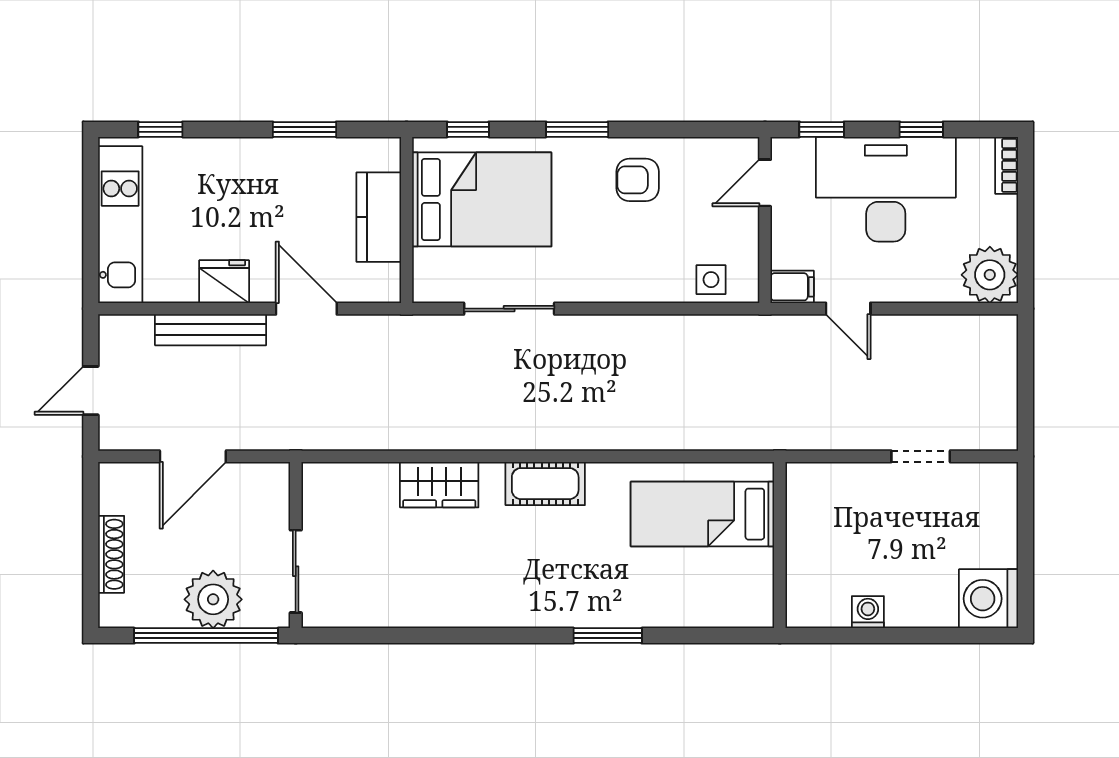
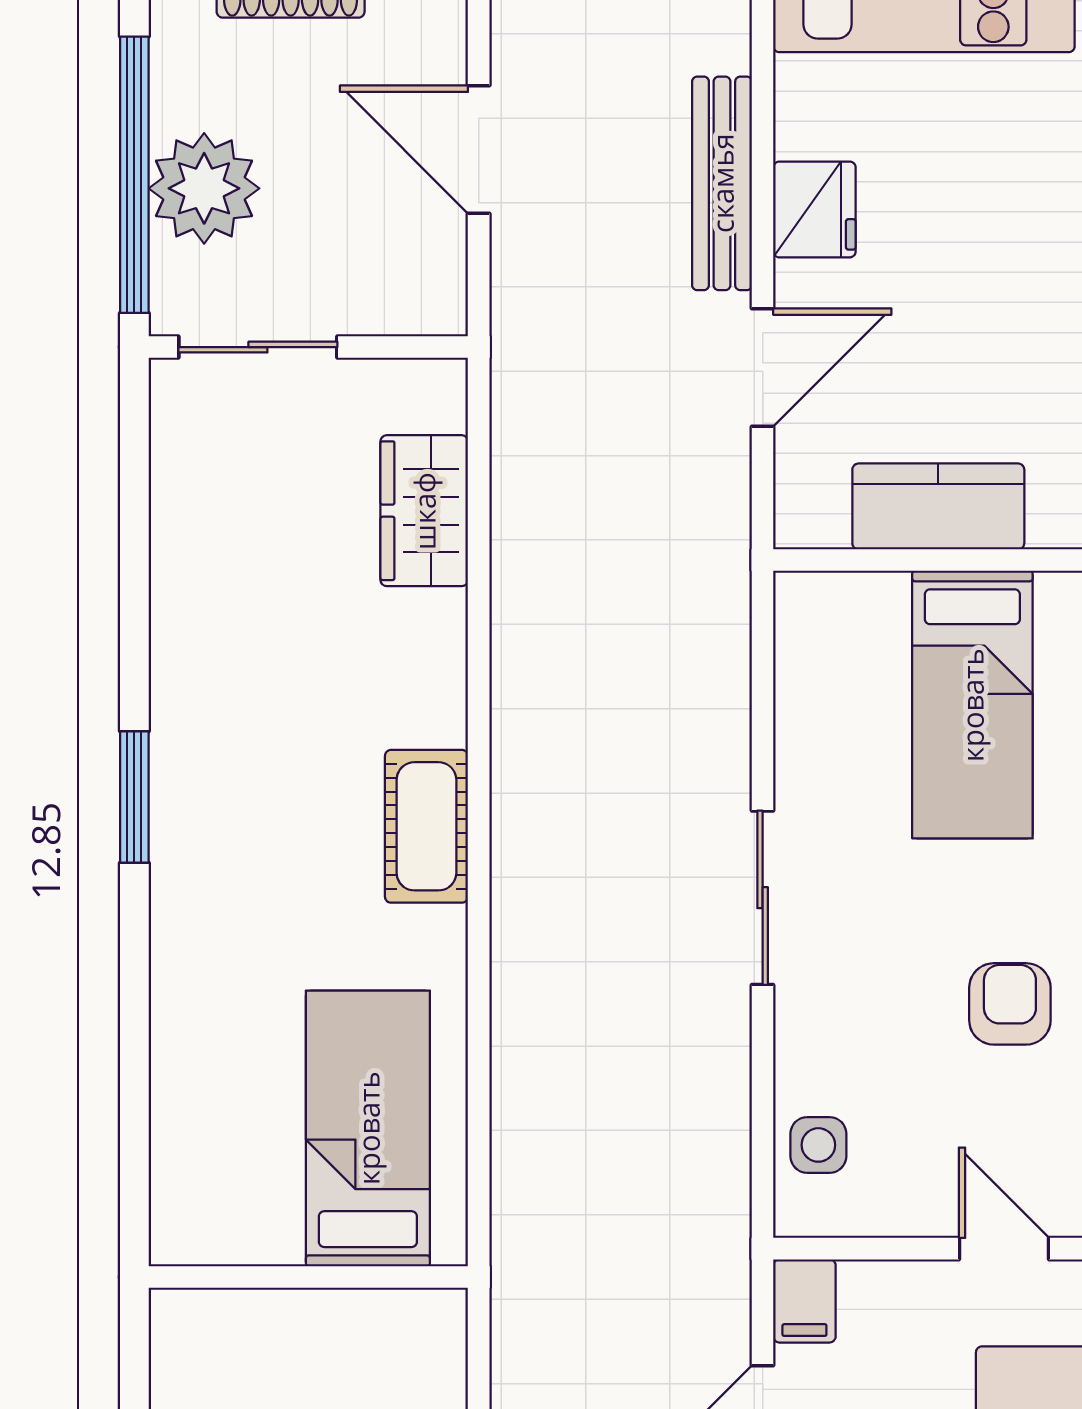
bed: (482, 199) -> (972, 705), width x0.67
sliding door: (509, 309) -> (763, 898), moved
wardrobe: (439, 485) -> (424, 511), moved
window: (608, 636) -> (134, 797), moved

